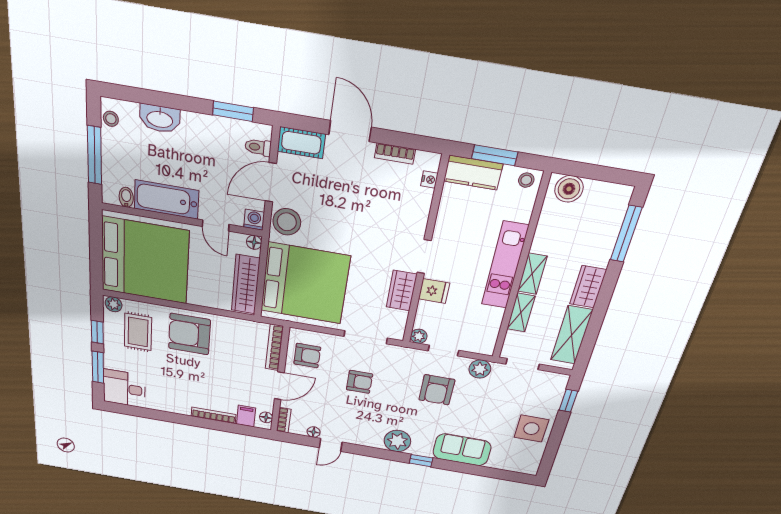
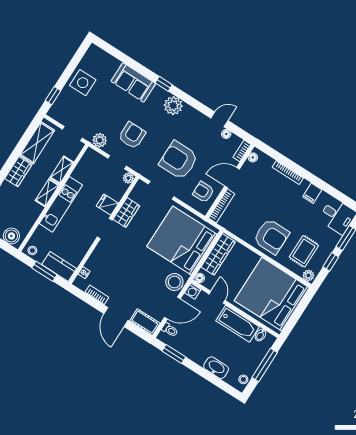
armchair: (360, 382) -> (179, 160), width x1.88, depth x1.88
filing cabinet: (246, 416) -> (312, 193), moved

